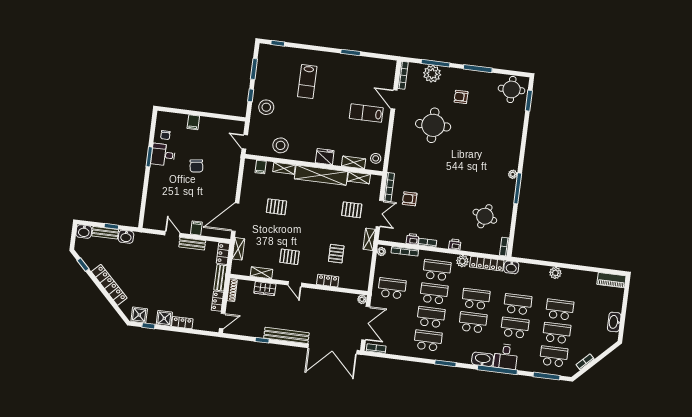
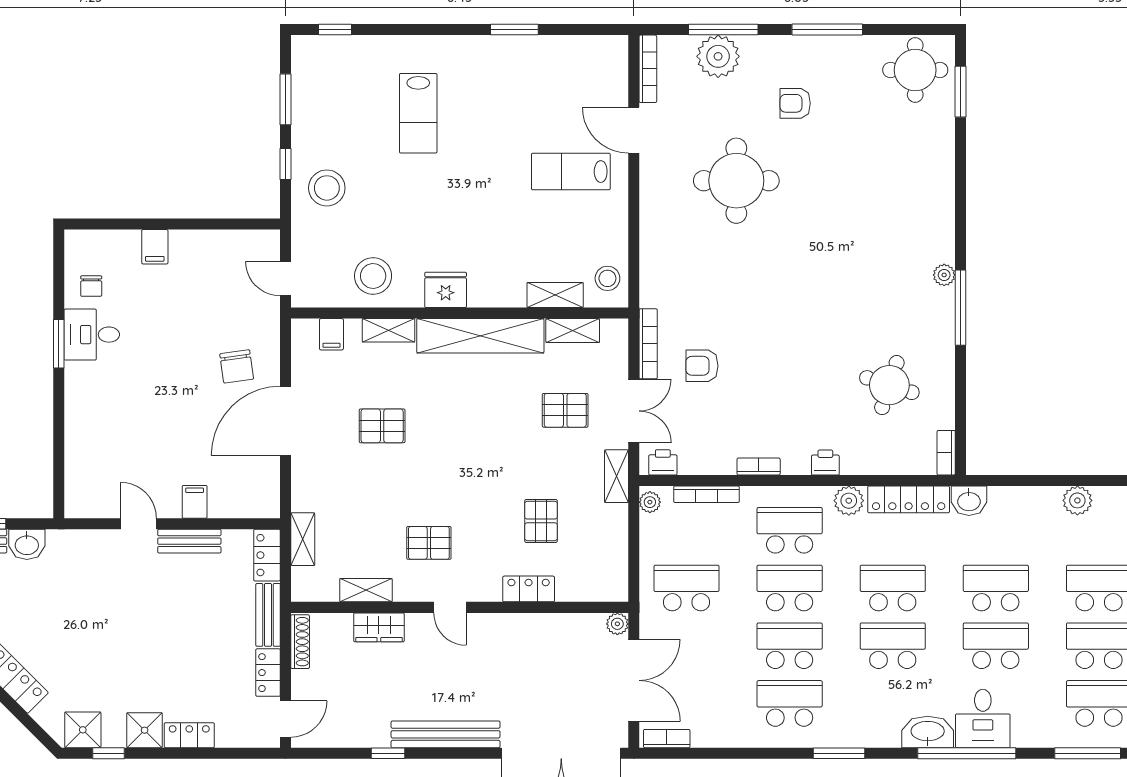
fridge: (325, 157) -> (446, 290), moved
chair: (196, 166) -> (237, 366), moved
door: (235, 217) -> (285, 421), moved
printer: (412, 239) -> (663, 462), moved

